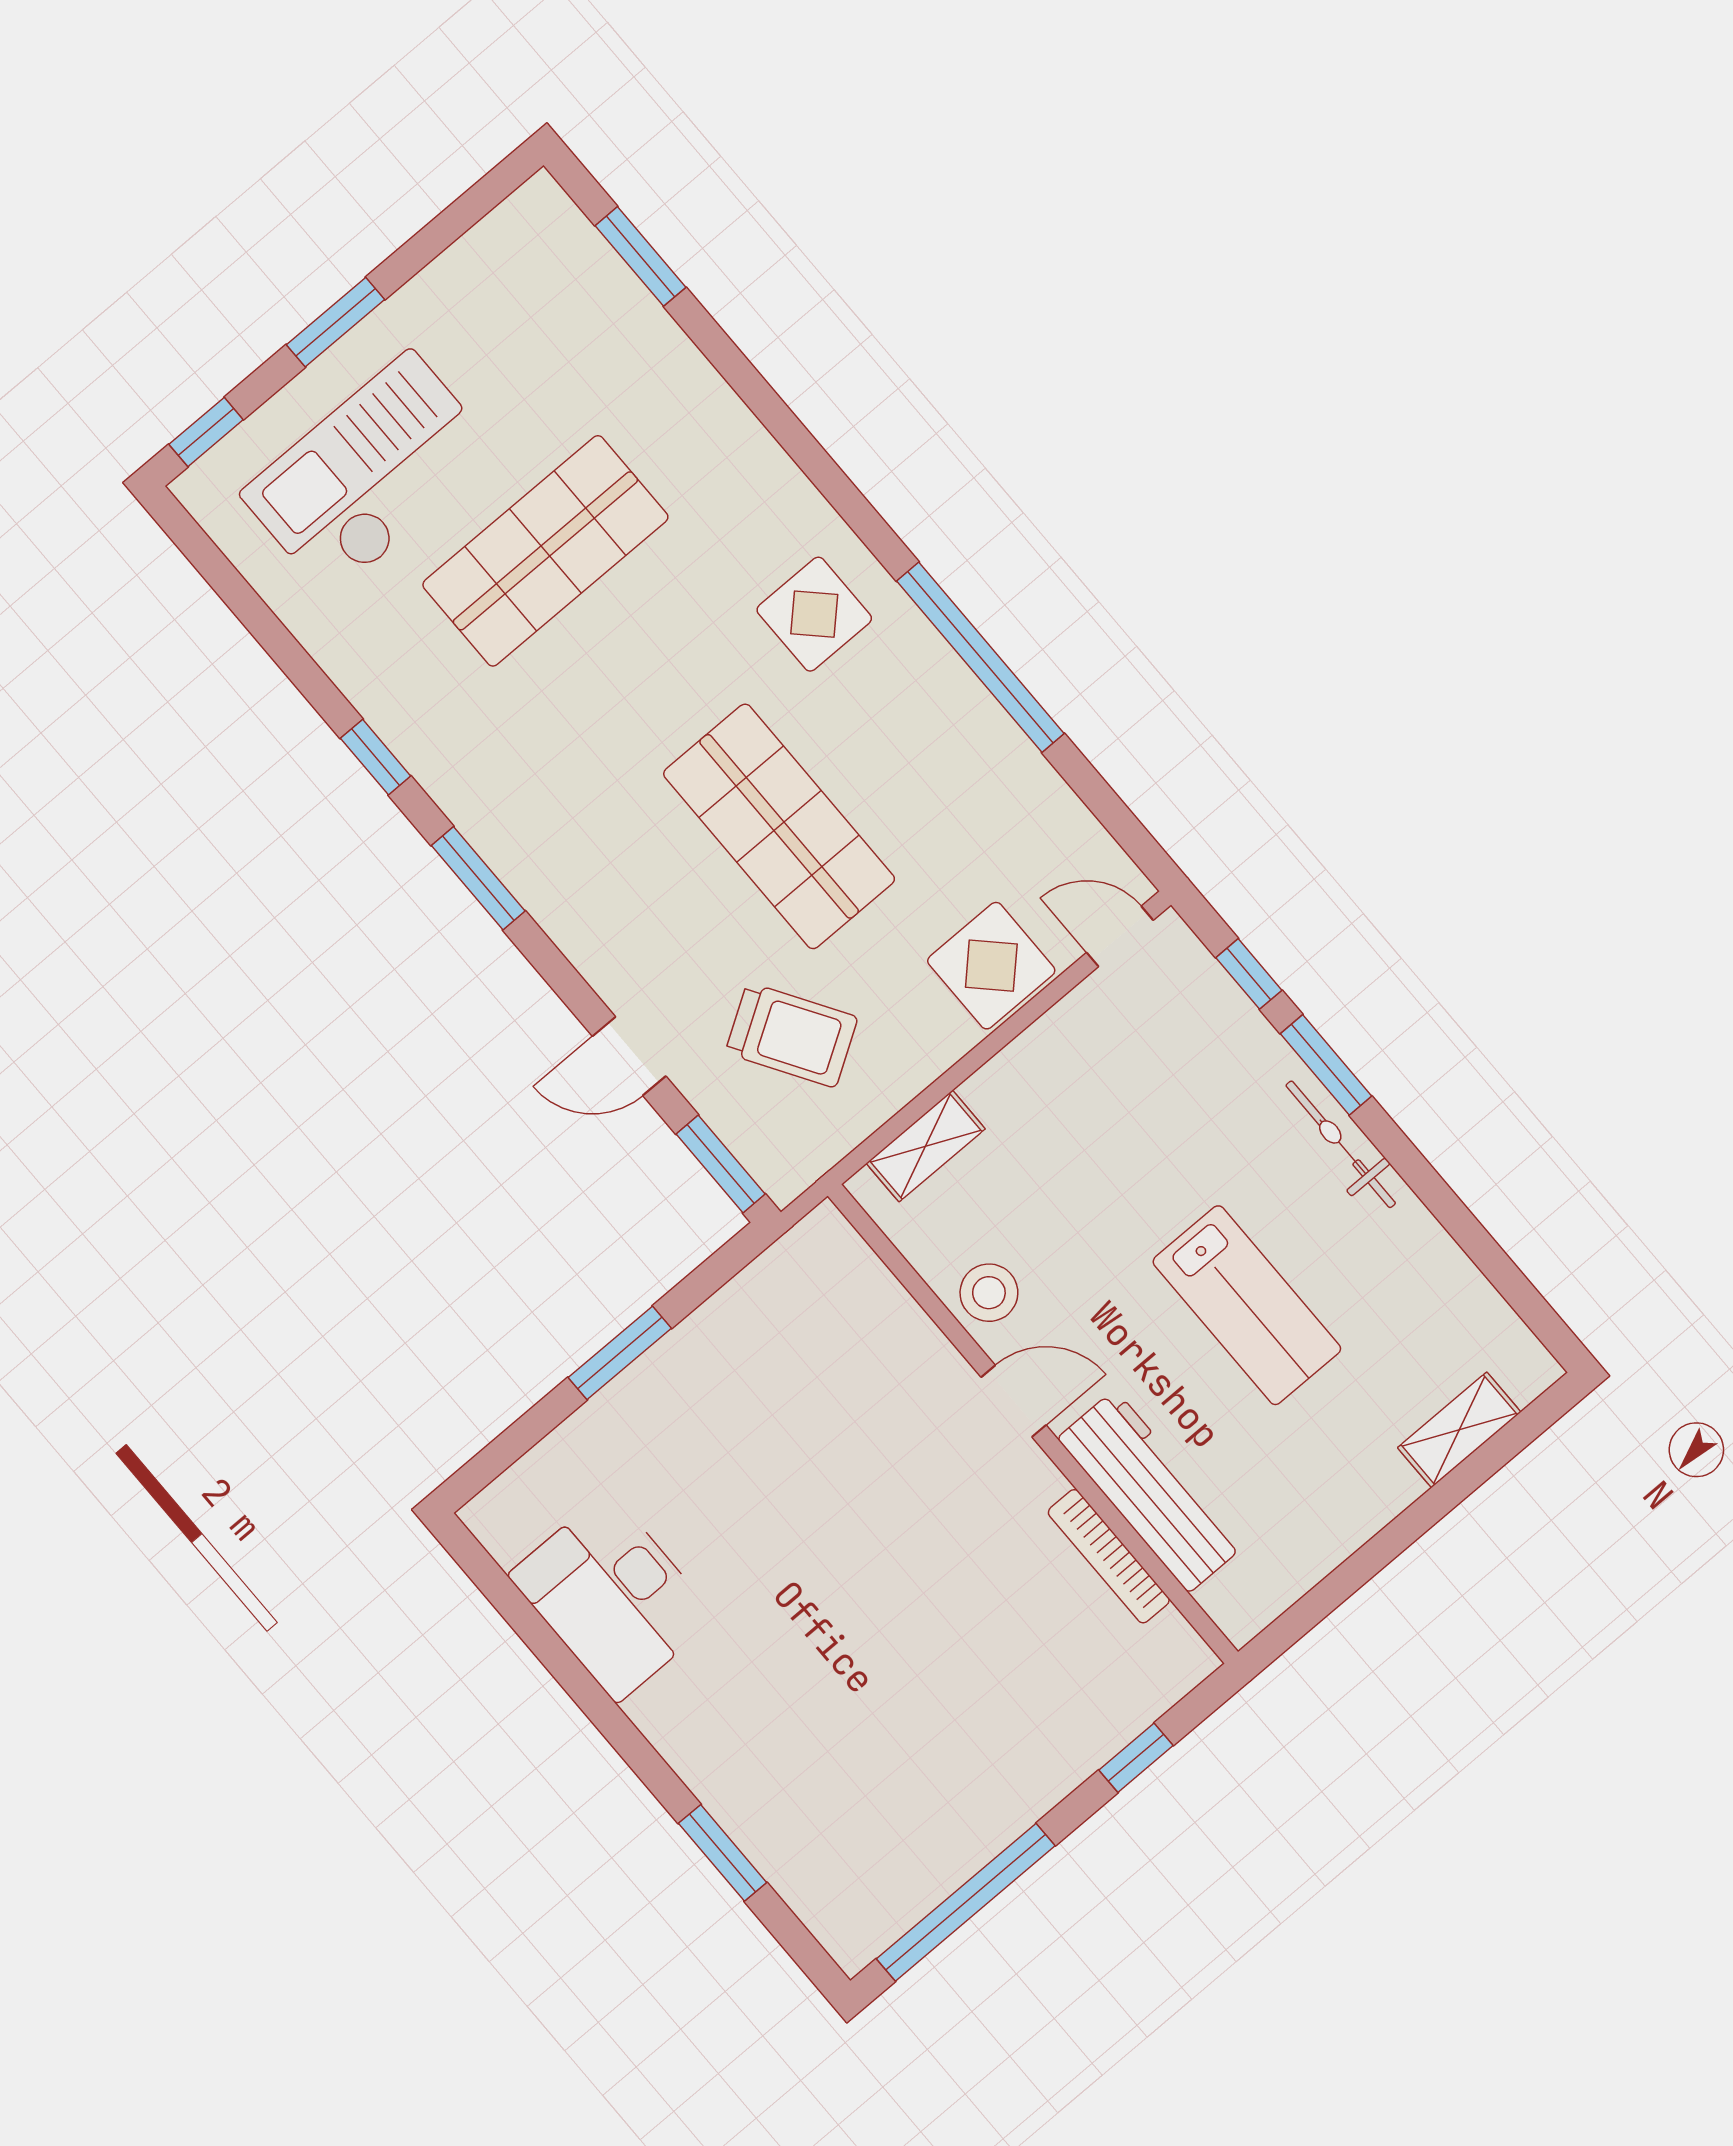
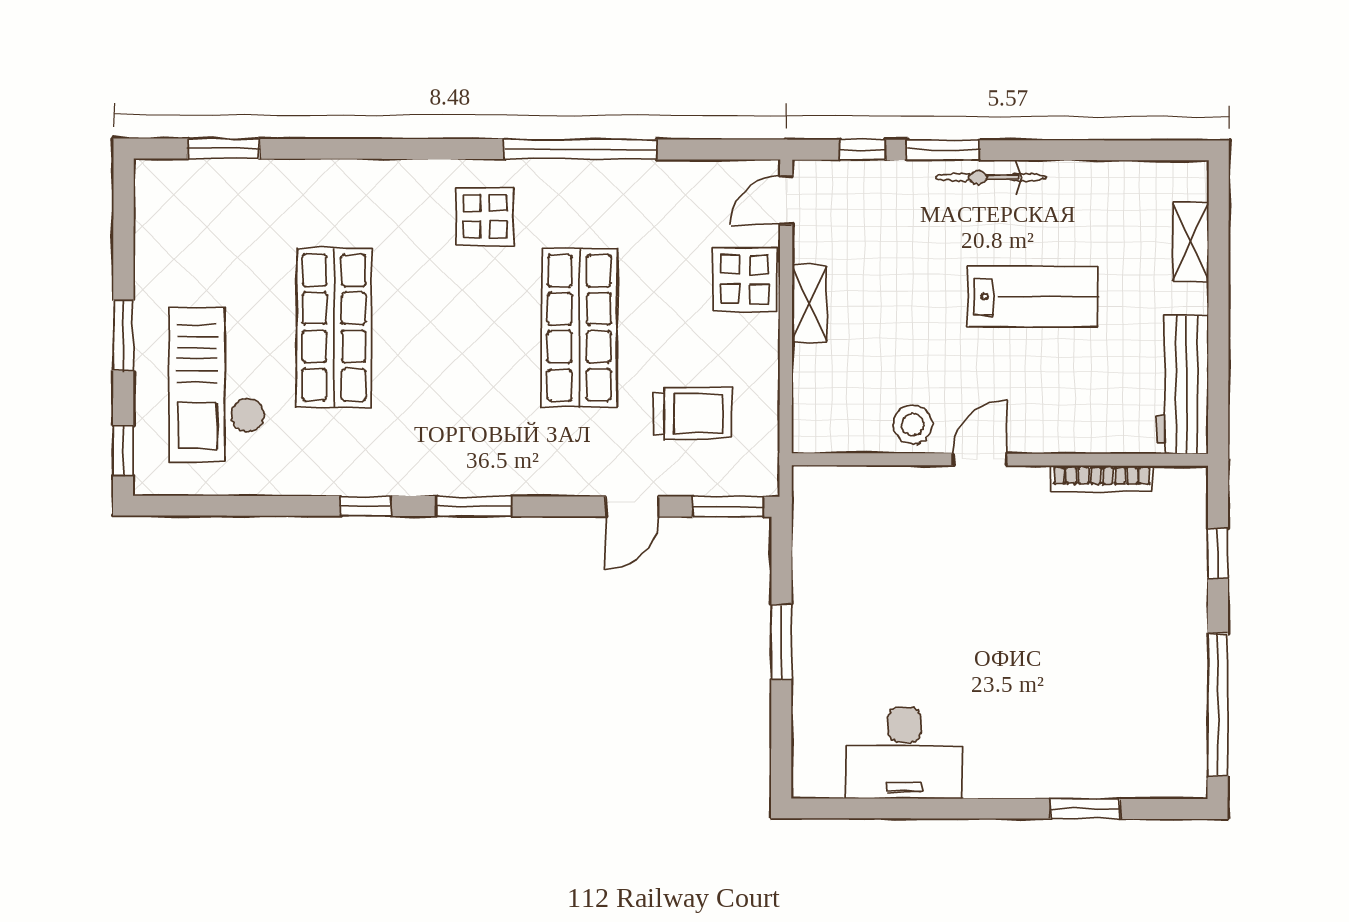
shop shelf: (779, 826) -> (579, 328), turned 90
trolley: (792, 1035) -> (693, 413), turned 32
shelving: (926, 1146) -> (809, 303), moved
workbench: (1152, 1491) -> (1182, 385), moved, turned -90

